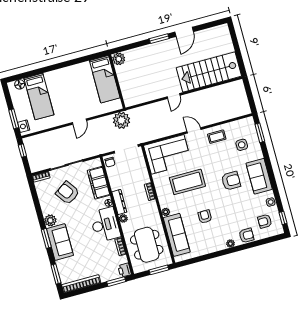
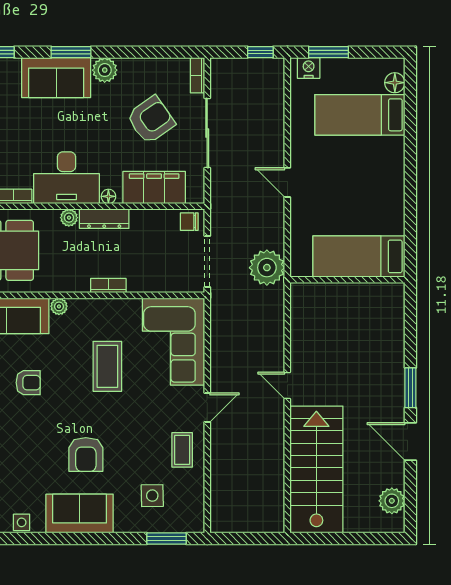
plant: (119, 59) -> (392, 501), moved
coffee table: (187, 182) -> (107, 366), width x0.73, depth x0.76

